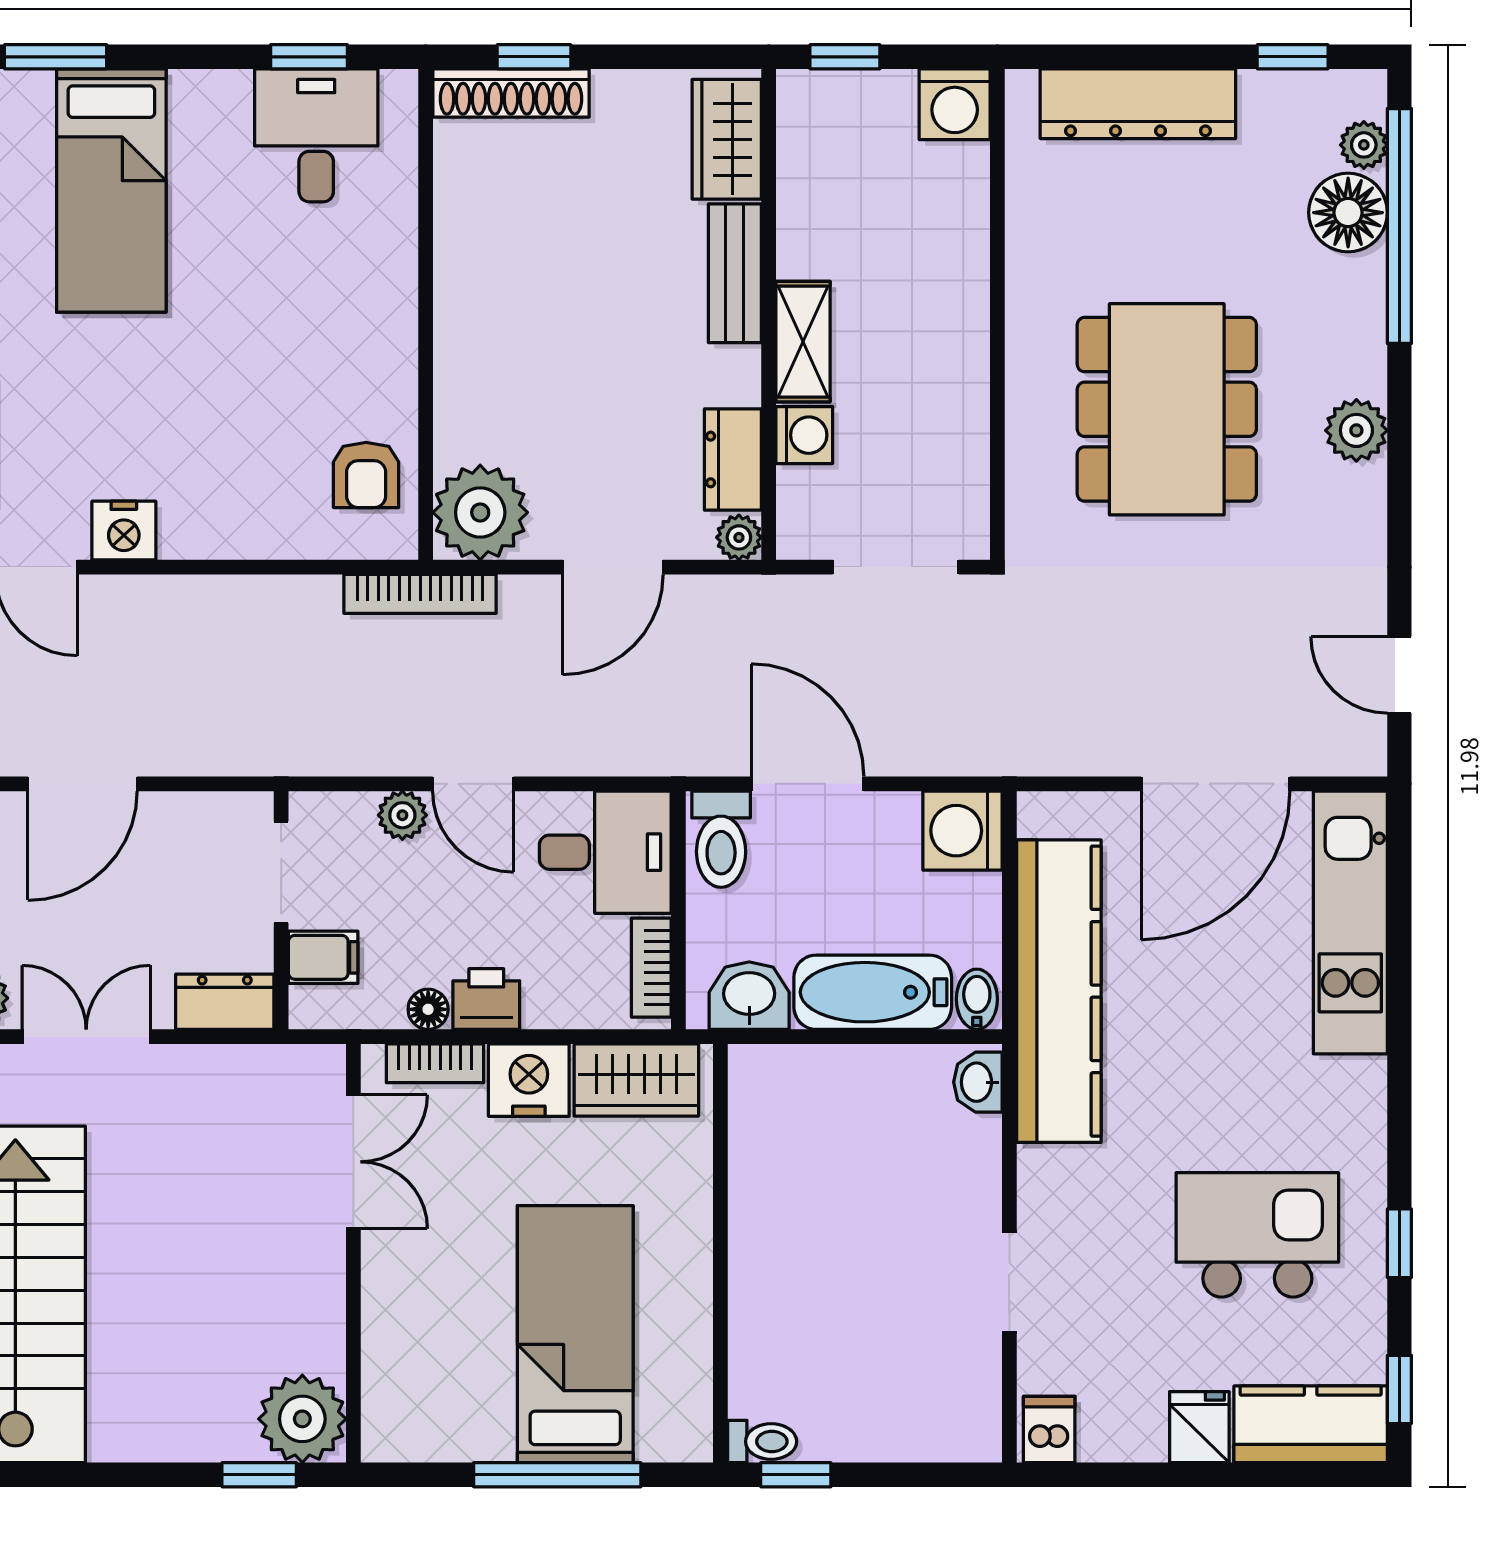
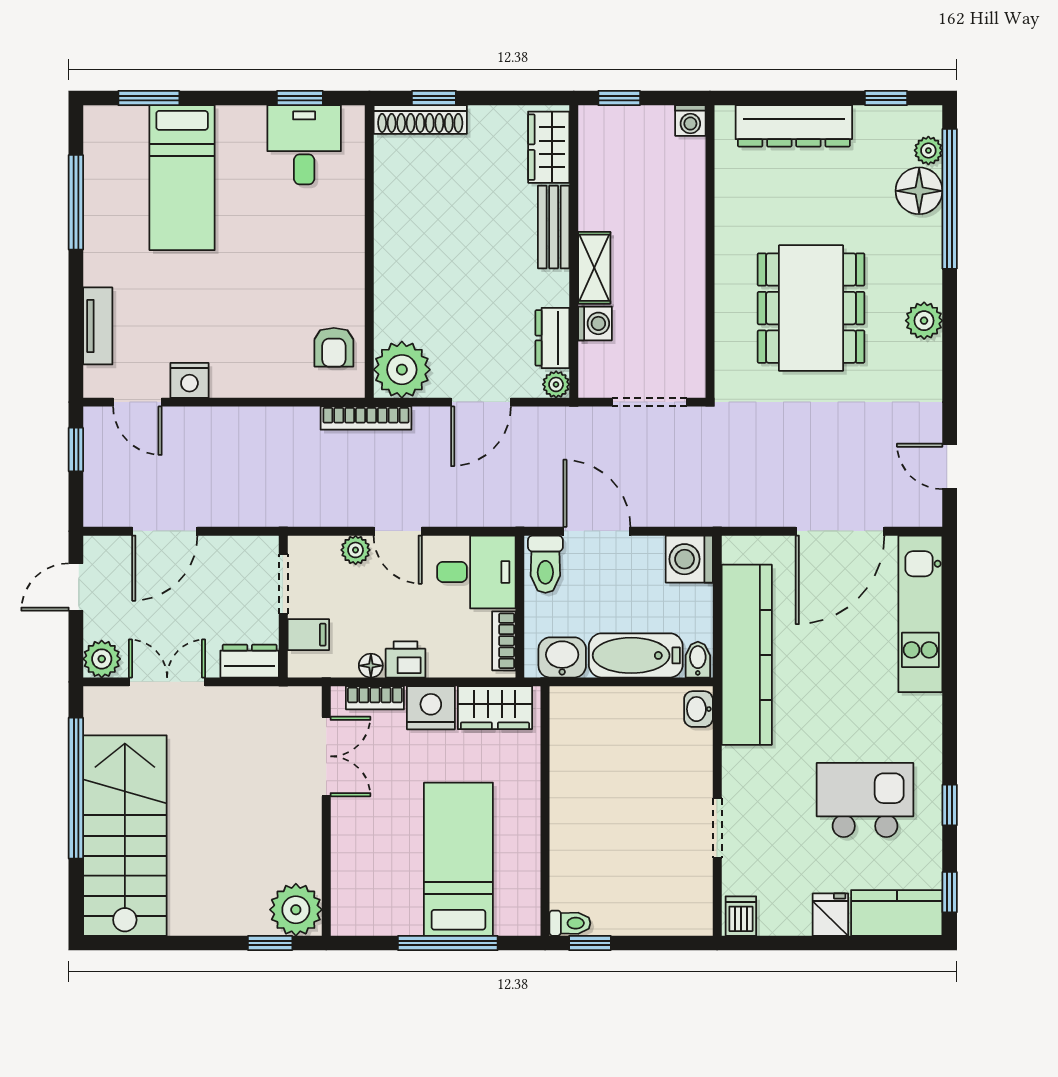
washing machine: (955, 104) -> (690, 120), width x0.73, depth x0.73

